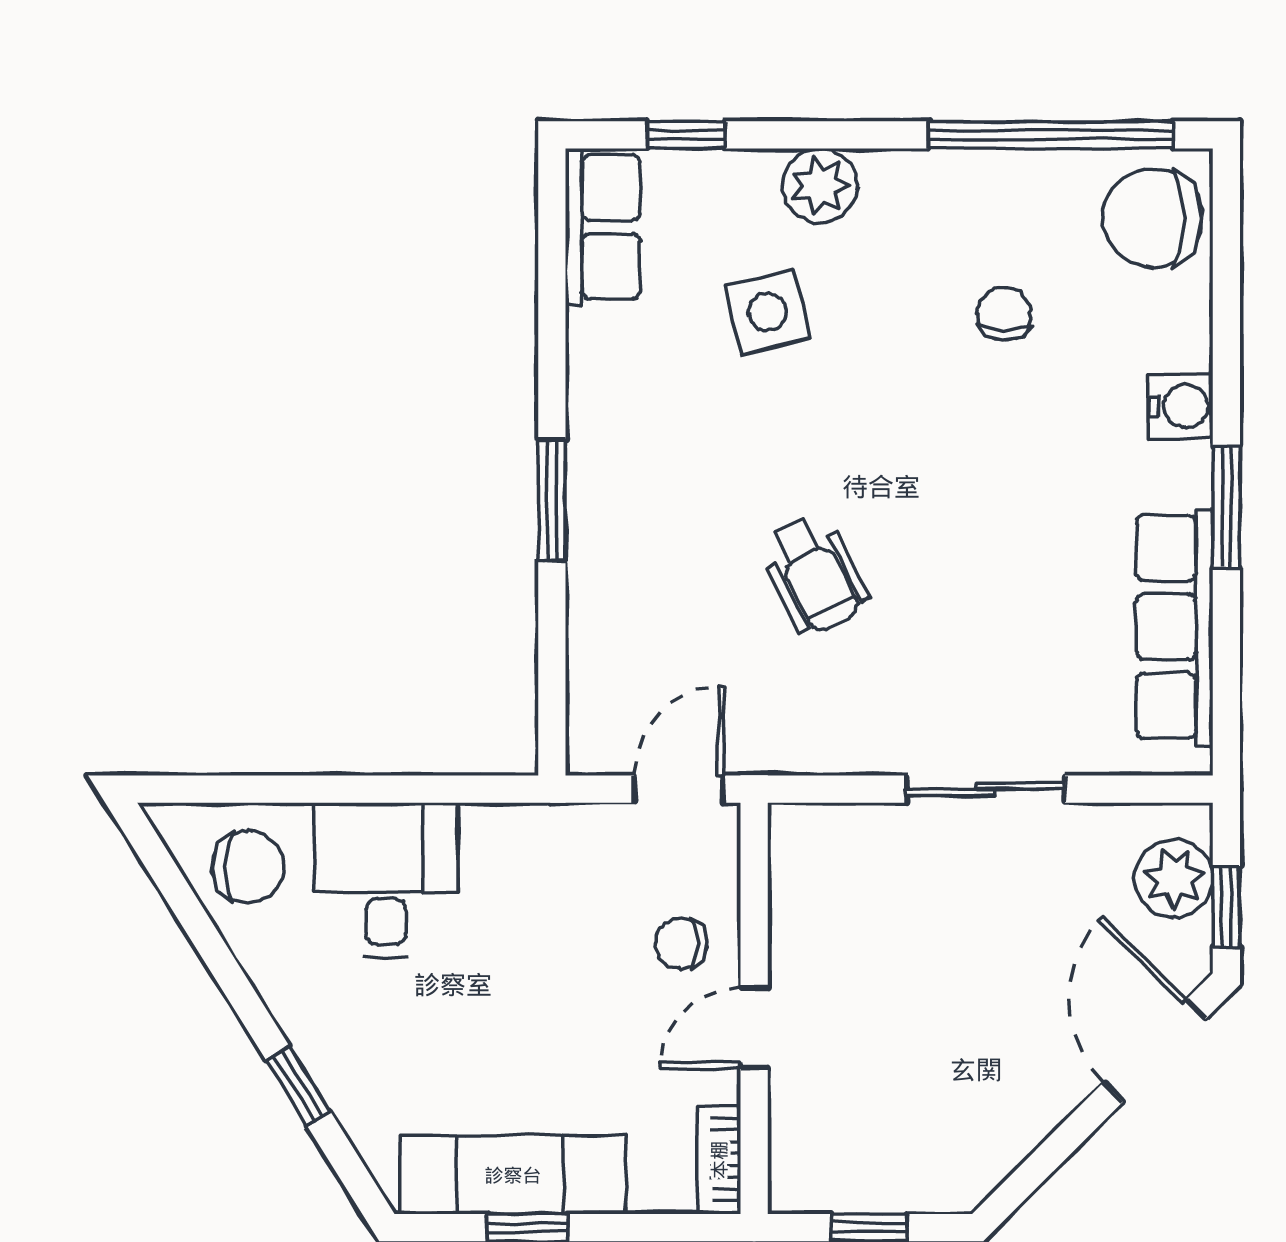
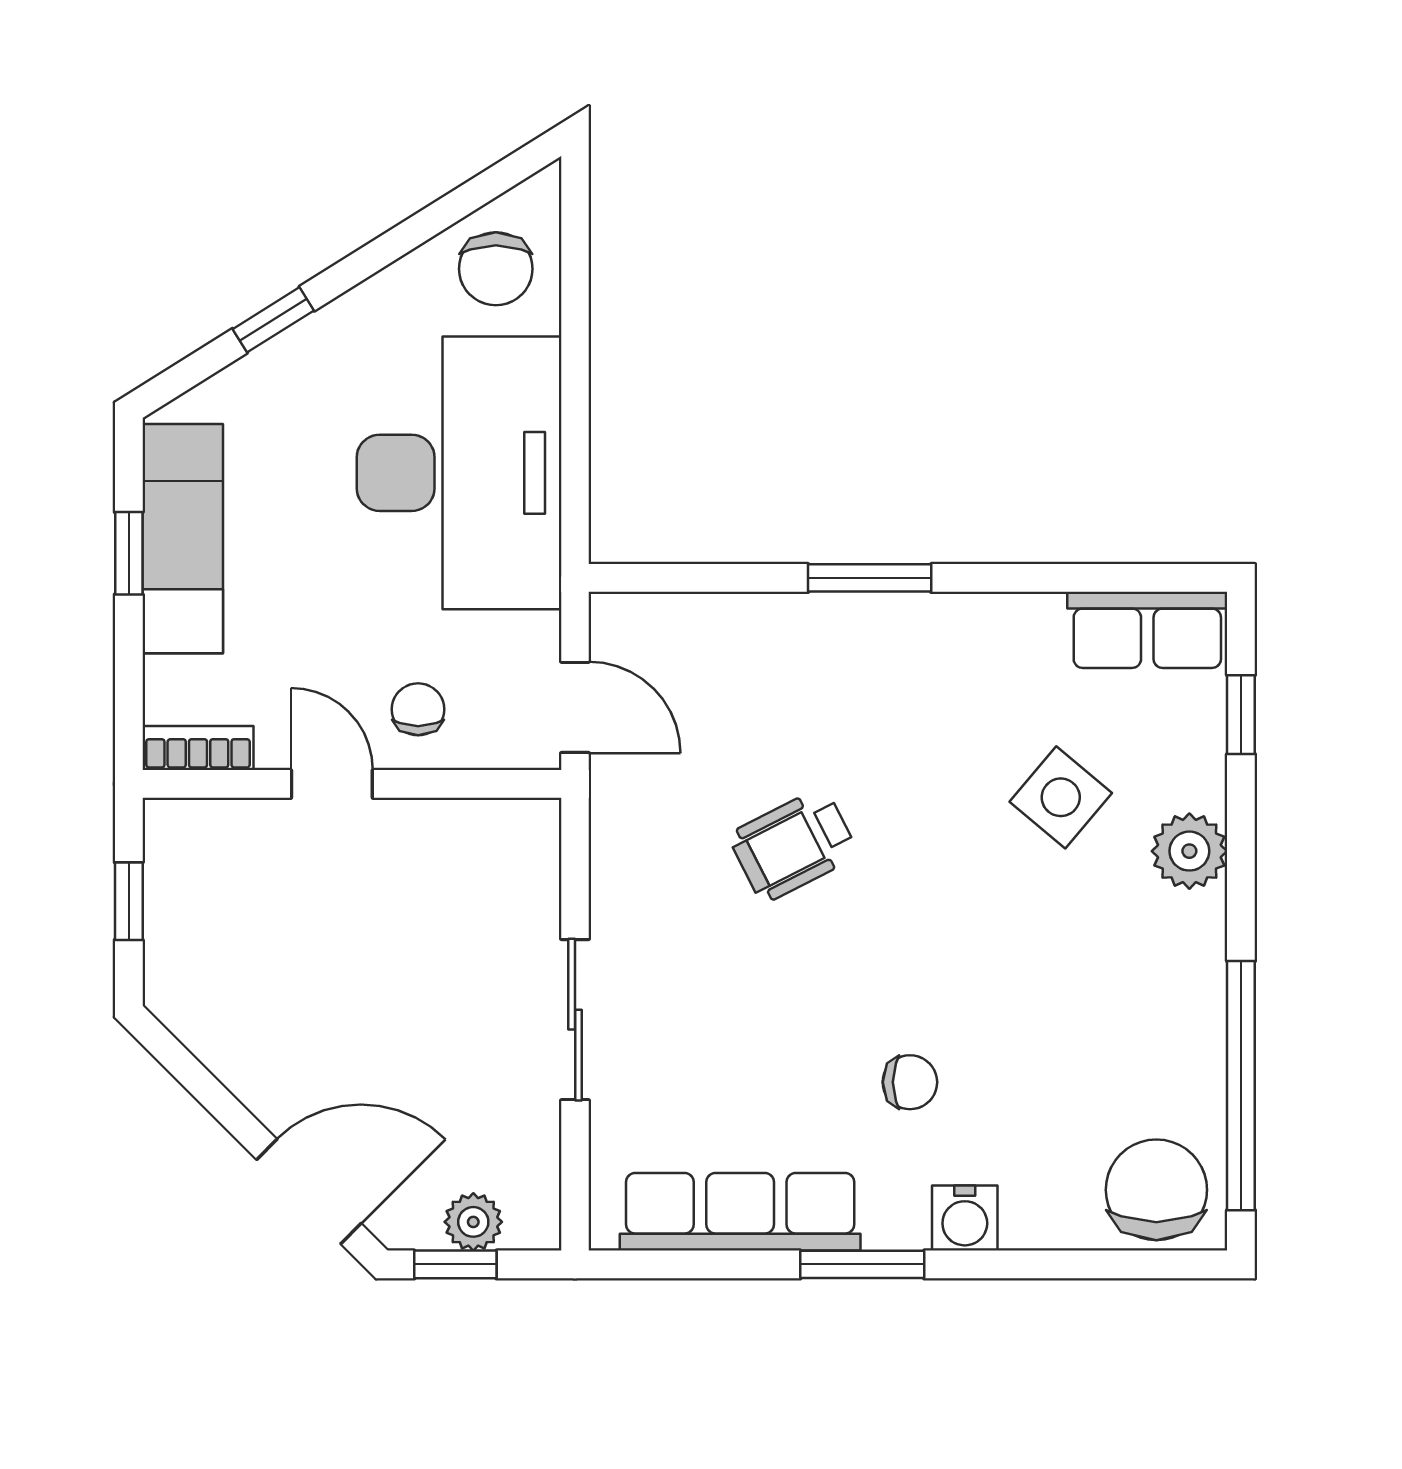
side table: (767, 312) -> (1061, 797), turned -36
chair: (1004, 314) -> (910, 1082), moved
plant: (1174, 878) -> (473, 1222), width x0.73, depth x0.73
desk: (386, 880) -> (459, 473), width x1.87, depth x1.30

